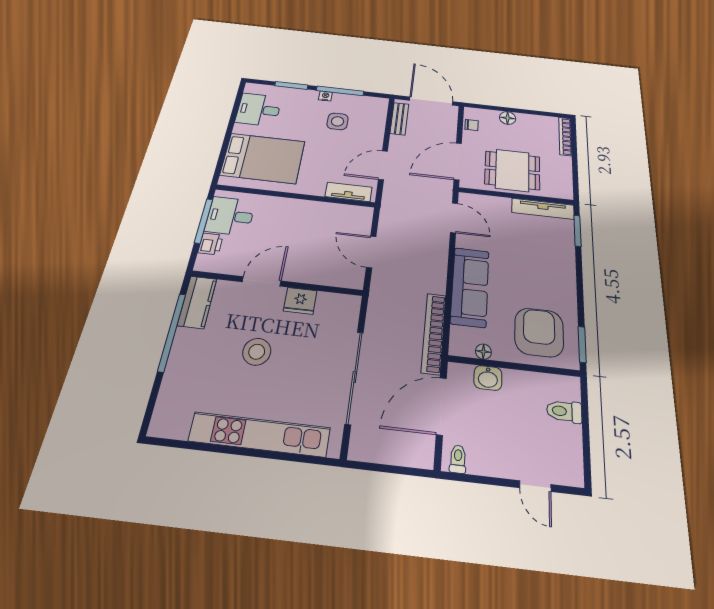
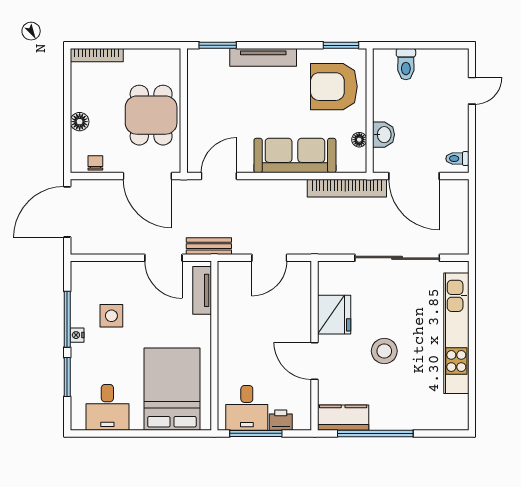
bench: (399, 119) -> (209, 246), moved
tv unit: (543, 209) -> (263, 57), moved, turned 90
fridge: (300, 301) -> (334, 315), width x1.36, depth x1.34

